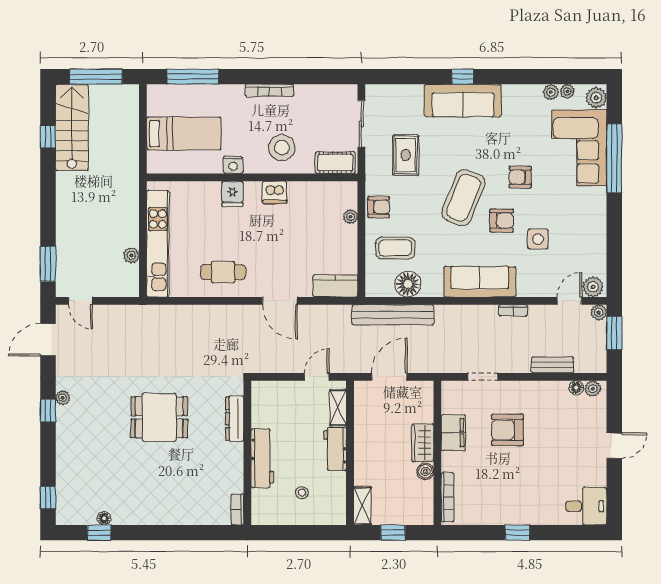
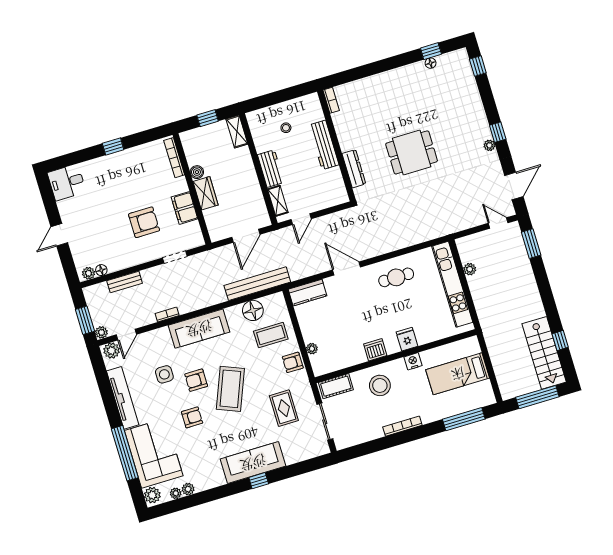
tv unit: (597, 226) -> (123, 398), added

